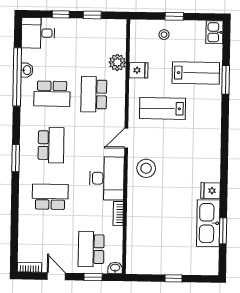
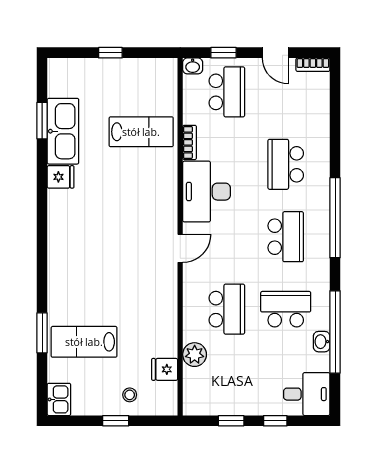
fridge: (138, 70) -> (165, 369), moved
lab bench: (162, 108) -> (141, 132), moved
school desk: (51, 145) -> (286, 237), turned 180
window: (16, 158) -> (335, 218), width x2.11
stool: (146, 168) -> (152, 207), removed
school desk: (50, 197) -> (286, 164), turned 90

